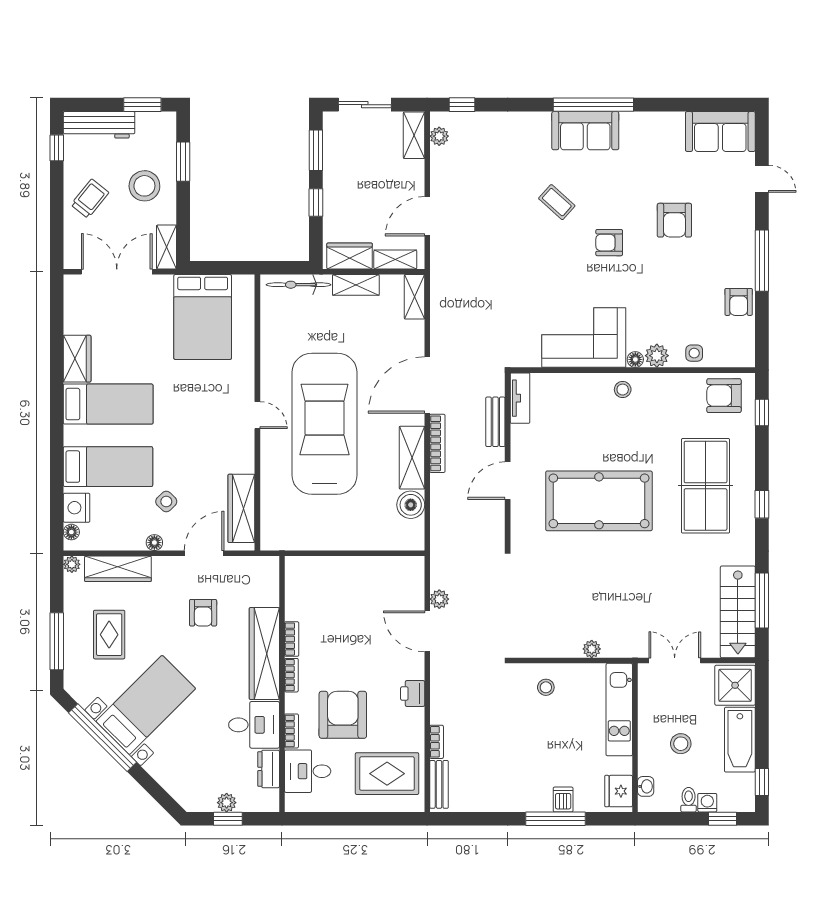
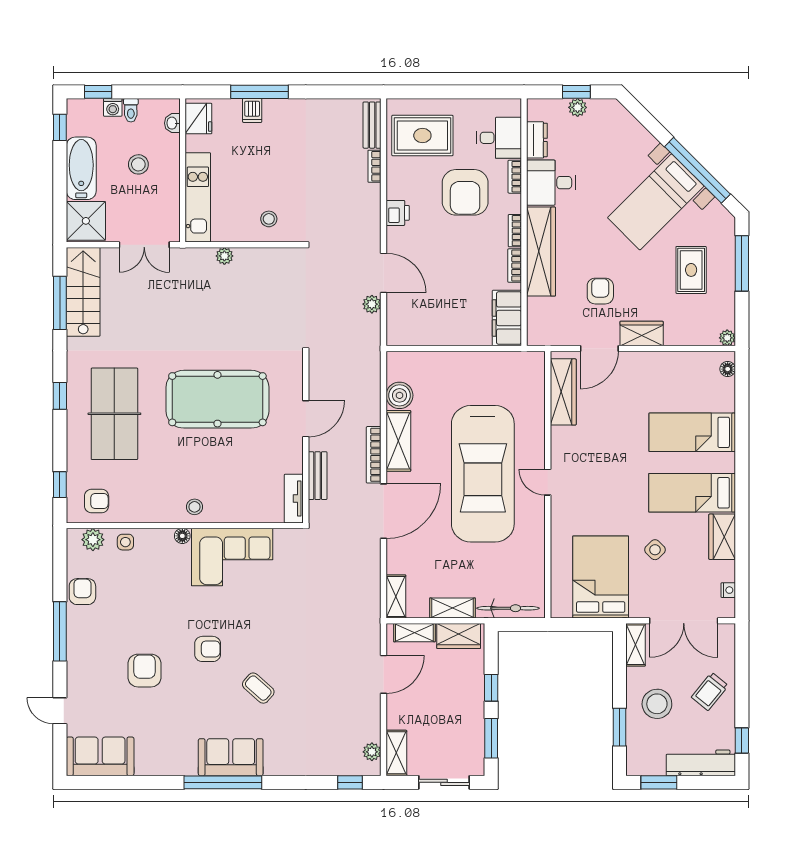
plant: (657, 356) -> (93, 540), moved
armchair: (724, 396) -> (97, 501), width x0.72, depth x0.72
side table: (166, 501) -> (655, 550), moved
nightstand: (77, 508) -> (728, 590), moved, width x0.53, depth x0.56
floor lamp: (154, 543) -> (647, 359), removed
wardrobe: (118, 569) -> (642, 333), moved, width x0.67
filing cabinet: (300, 585) -> (507, 318), added

